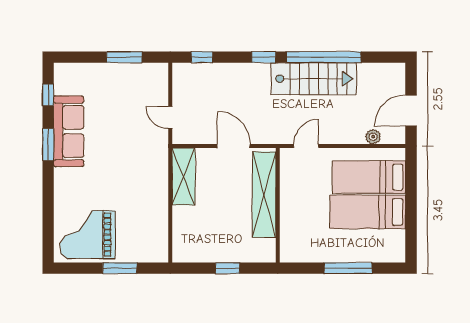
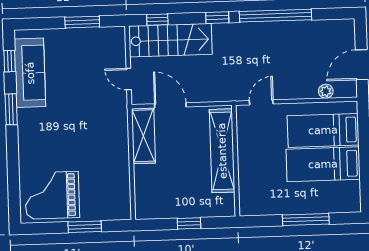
stairs: (314, 79) -> (170, 40), moved
sofa: (69, 131) -> (30, 73), moved
door: (234, 146) -> (170, 105), moved

